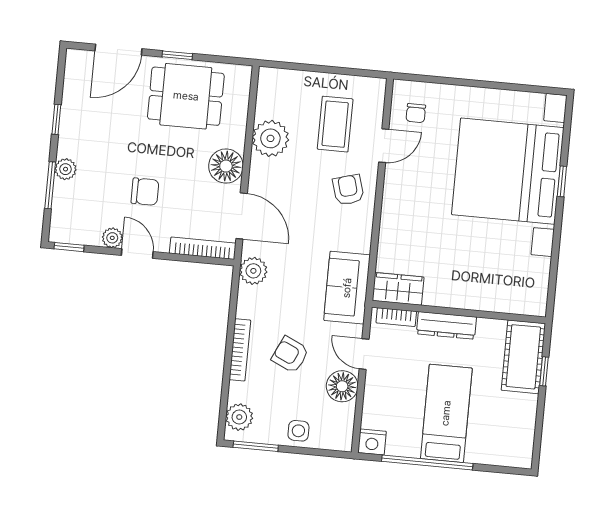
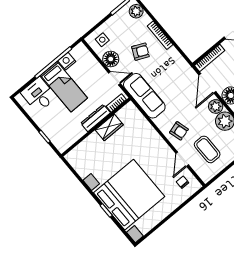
door: (242, 216) -> (207, 83), hinge flipped
plant: (253, 271) -> (216, 106), moved
sofa: (347, 288) -> (144, 96), width x1.36
wardrobe: (398, 289) -> (109, 127), moved
cot: (523, 357) -> (57, 134), removed
side table: (298, 431) -> (102, 40), moved
desk: (493, 438) -> (39, 95), added
nightstand: (372, 442) -> (67, 61), moved

